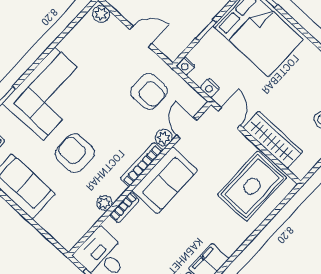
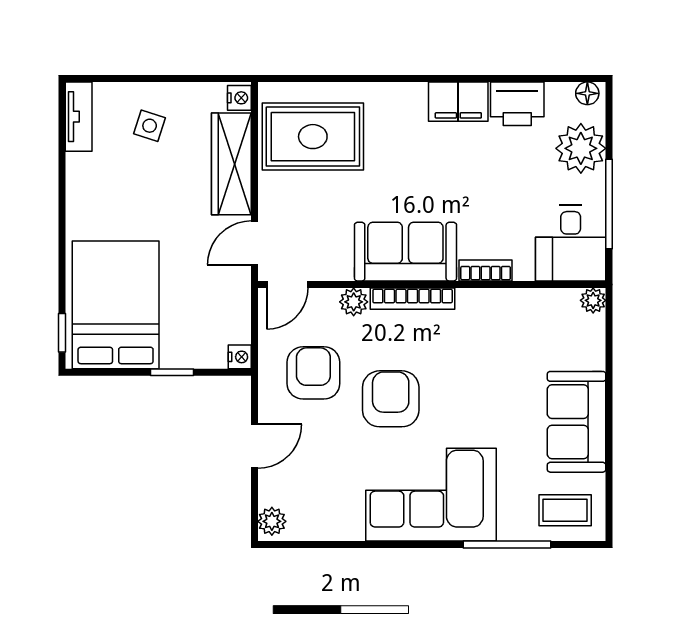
door: (141, 36) -> (254, 446), swing flipped
nightstand: (210, 88) -> (239, 98), moved
door: (187, 128) -> (287, 284), moved
armchair: (75, 153) -> (391, 399), moved, turned 180
plant: (104, 203) -> (593, 300), moved

